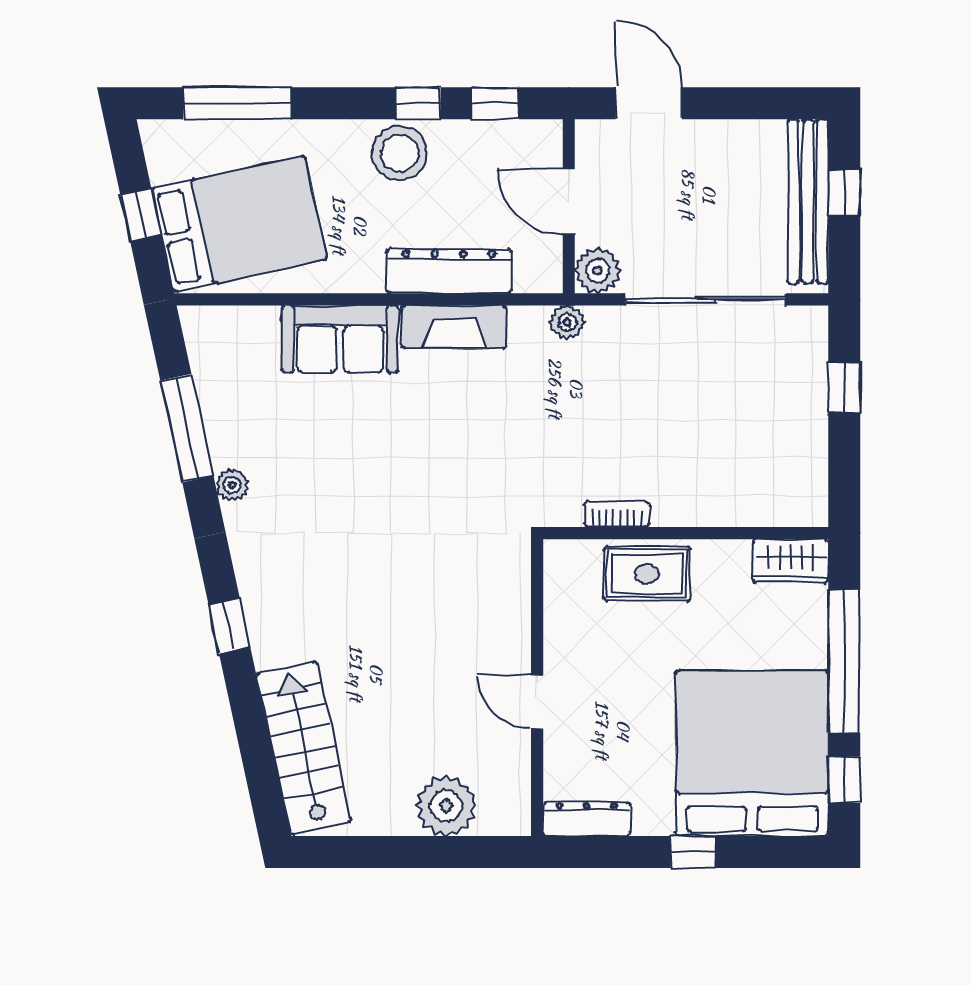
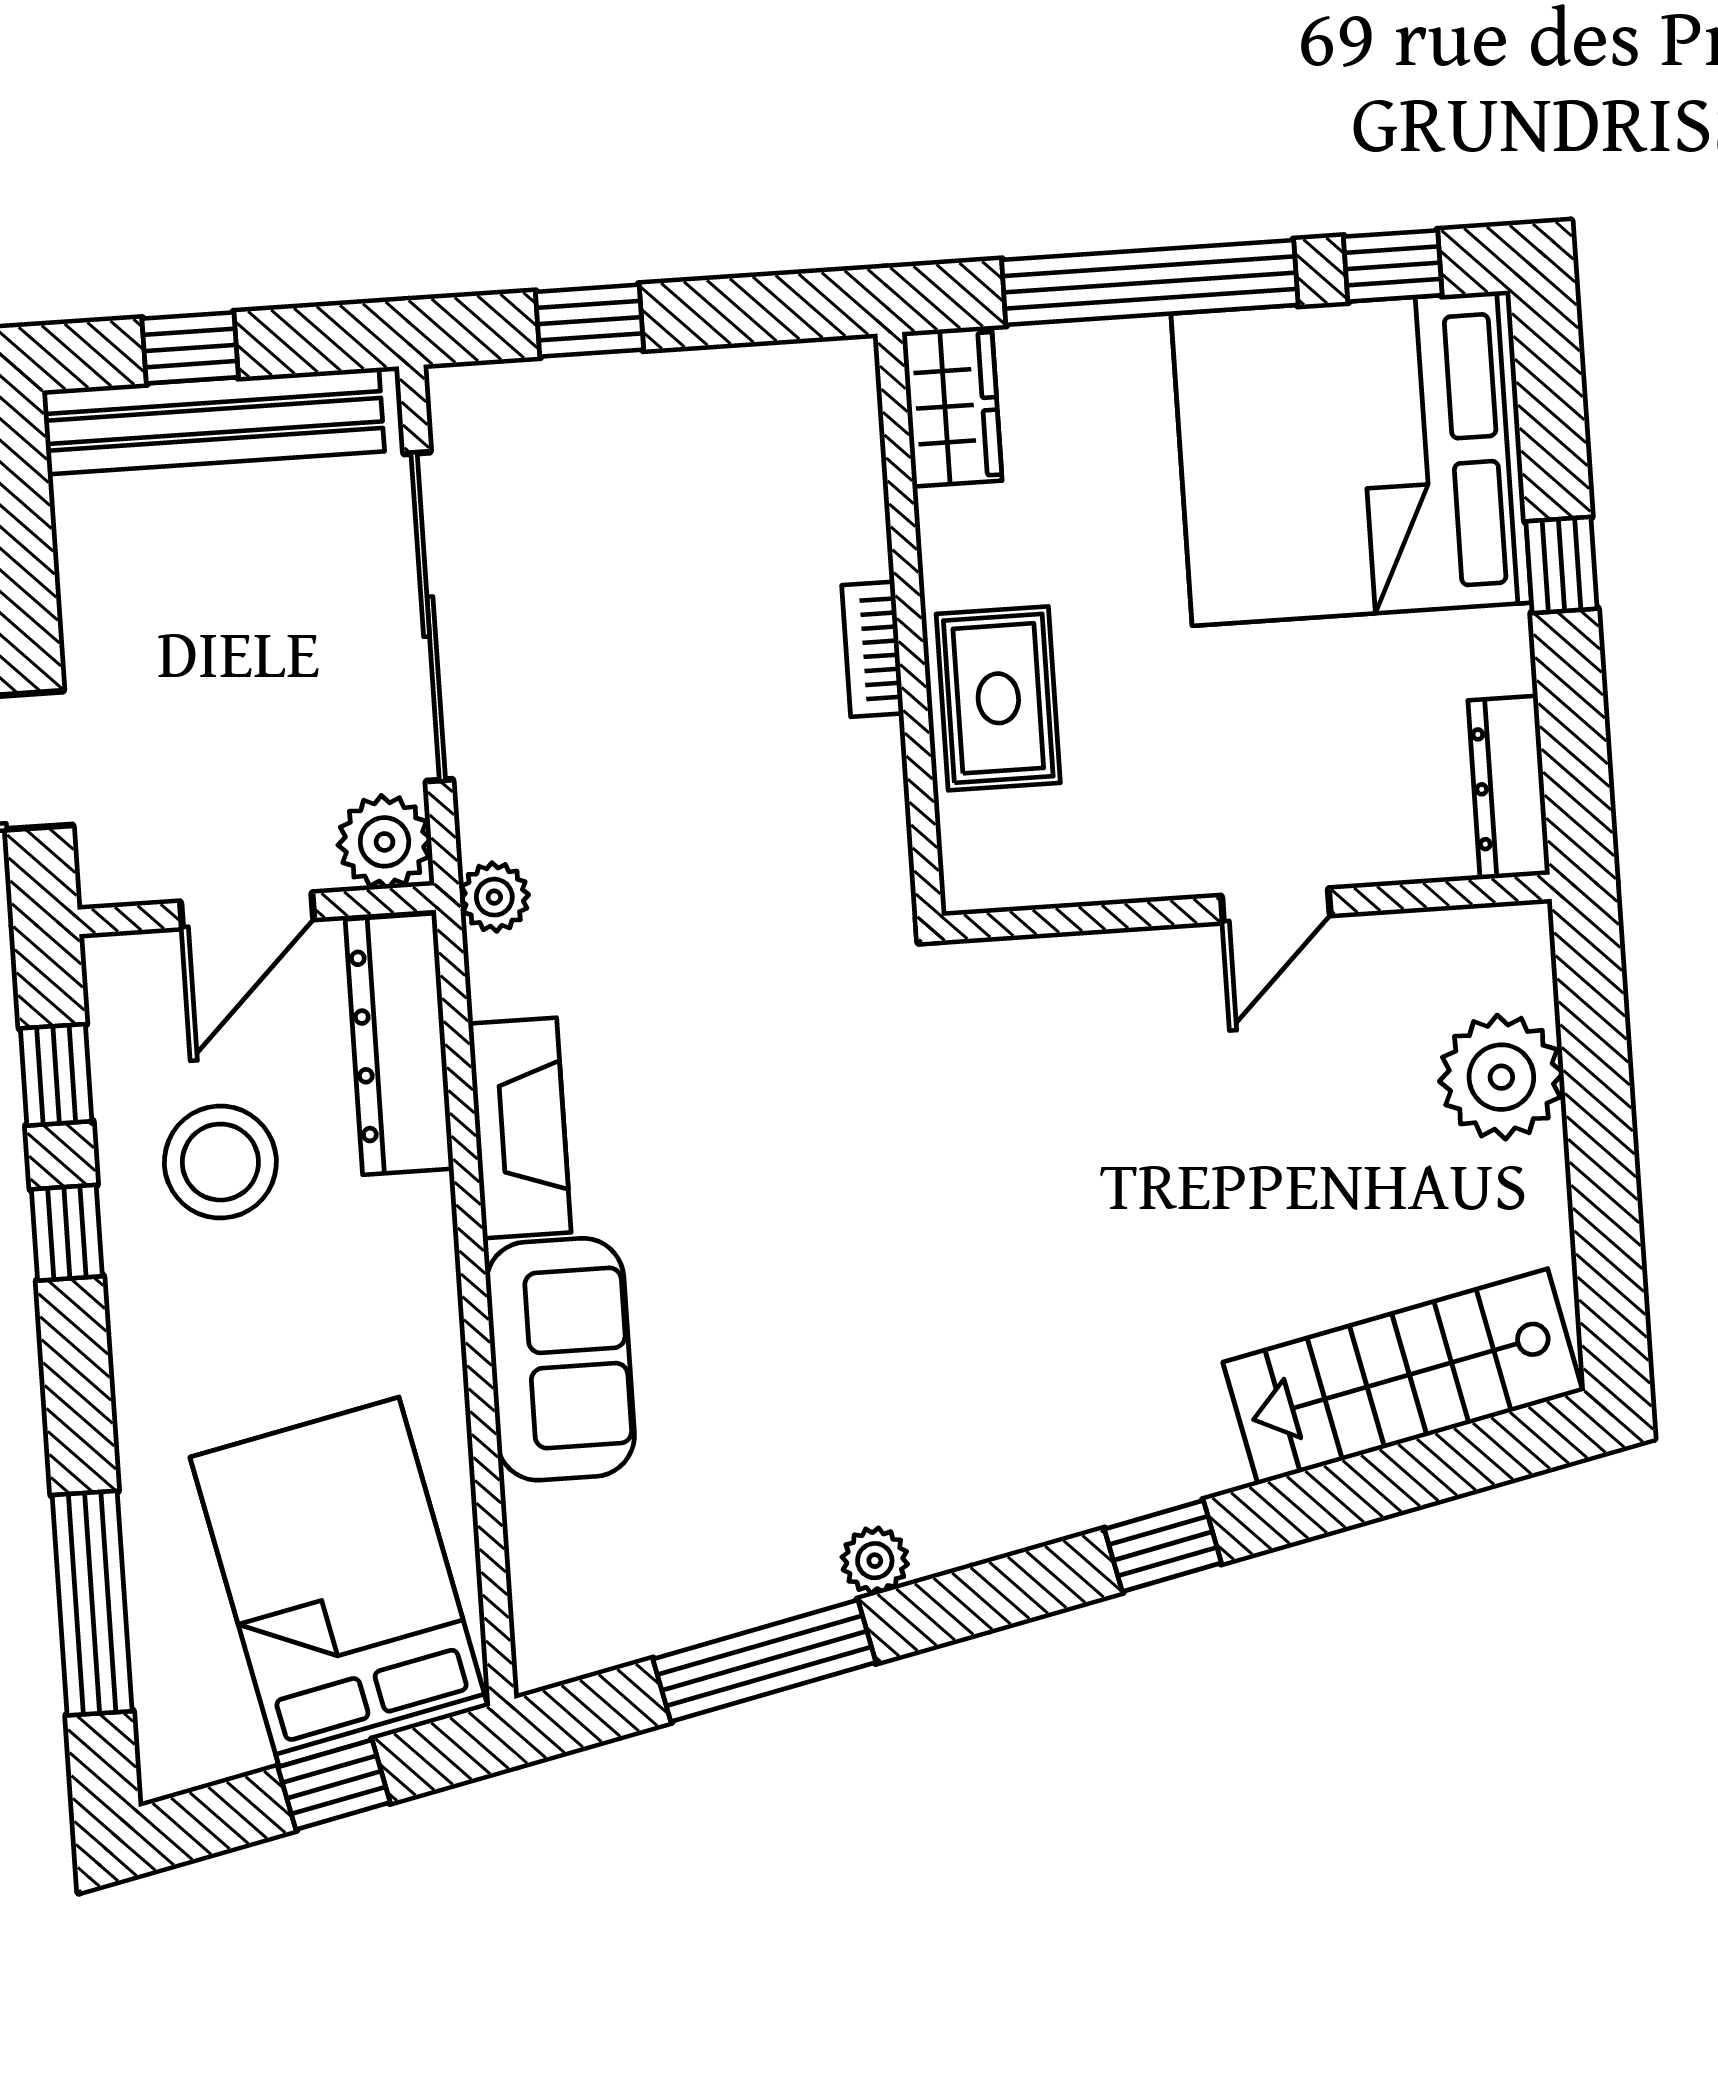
stool: (399, 153) -> (220, 1162), moved
dresser: (449, 271) -> (399, 1044), moved
bookcase: (617, 514) -> (873, 649), moved

